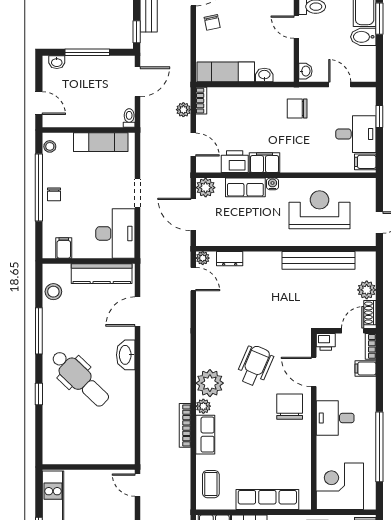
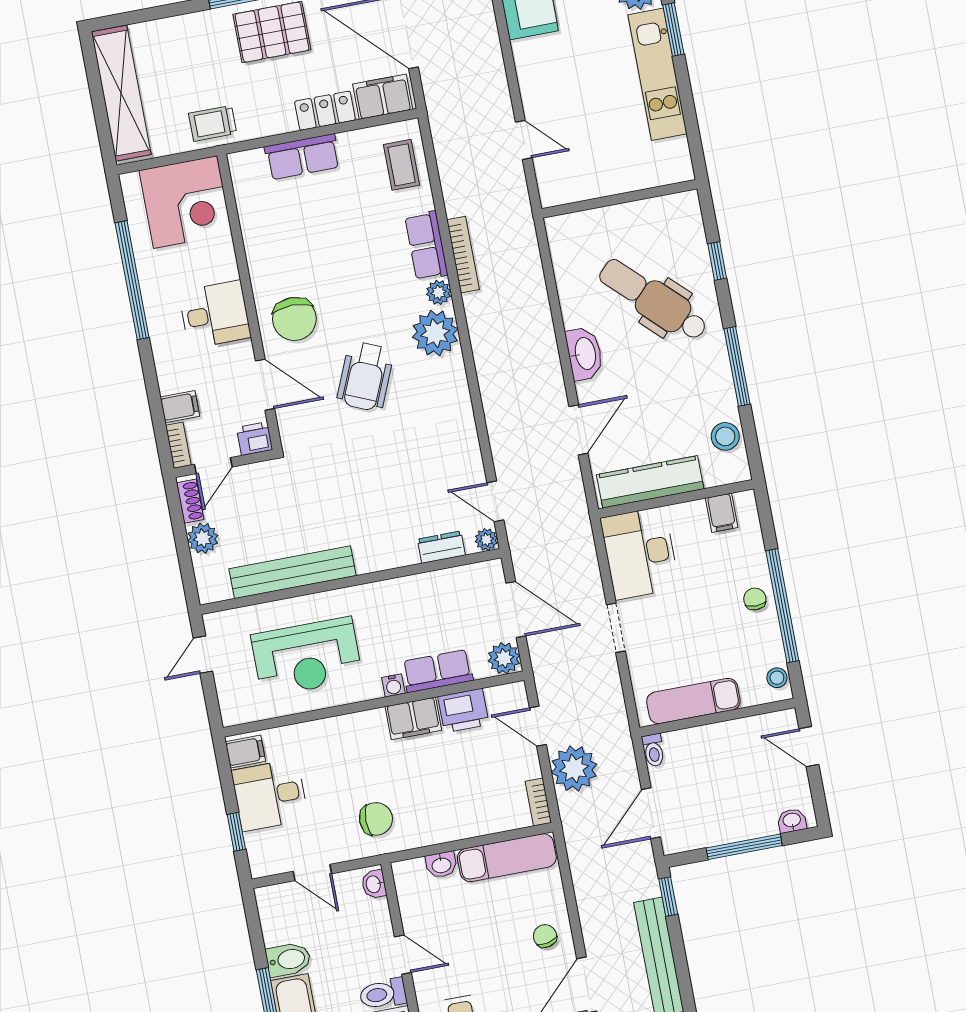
plant: (183, 110) -> (574, 769), width x1.88, depth x1.88
wall: (89, 467) -> (619, 199), moved
row of seats: (267, 500) -> (302, 157), width x0.68

